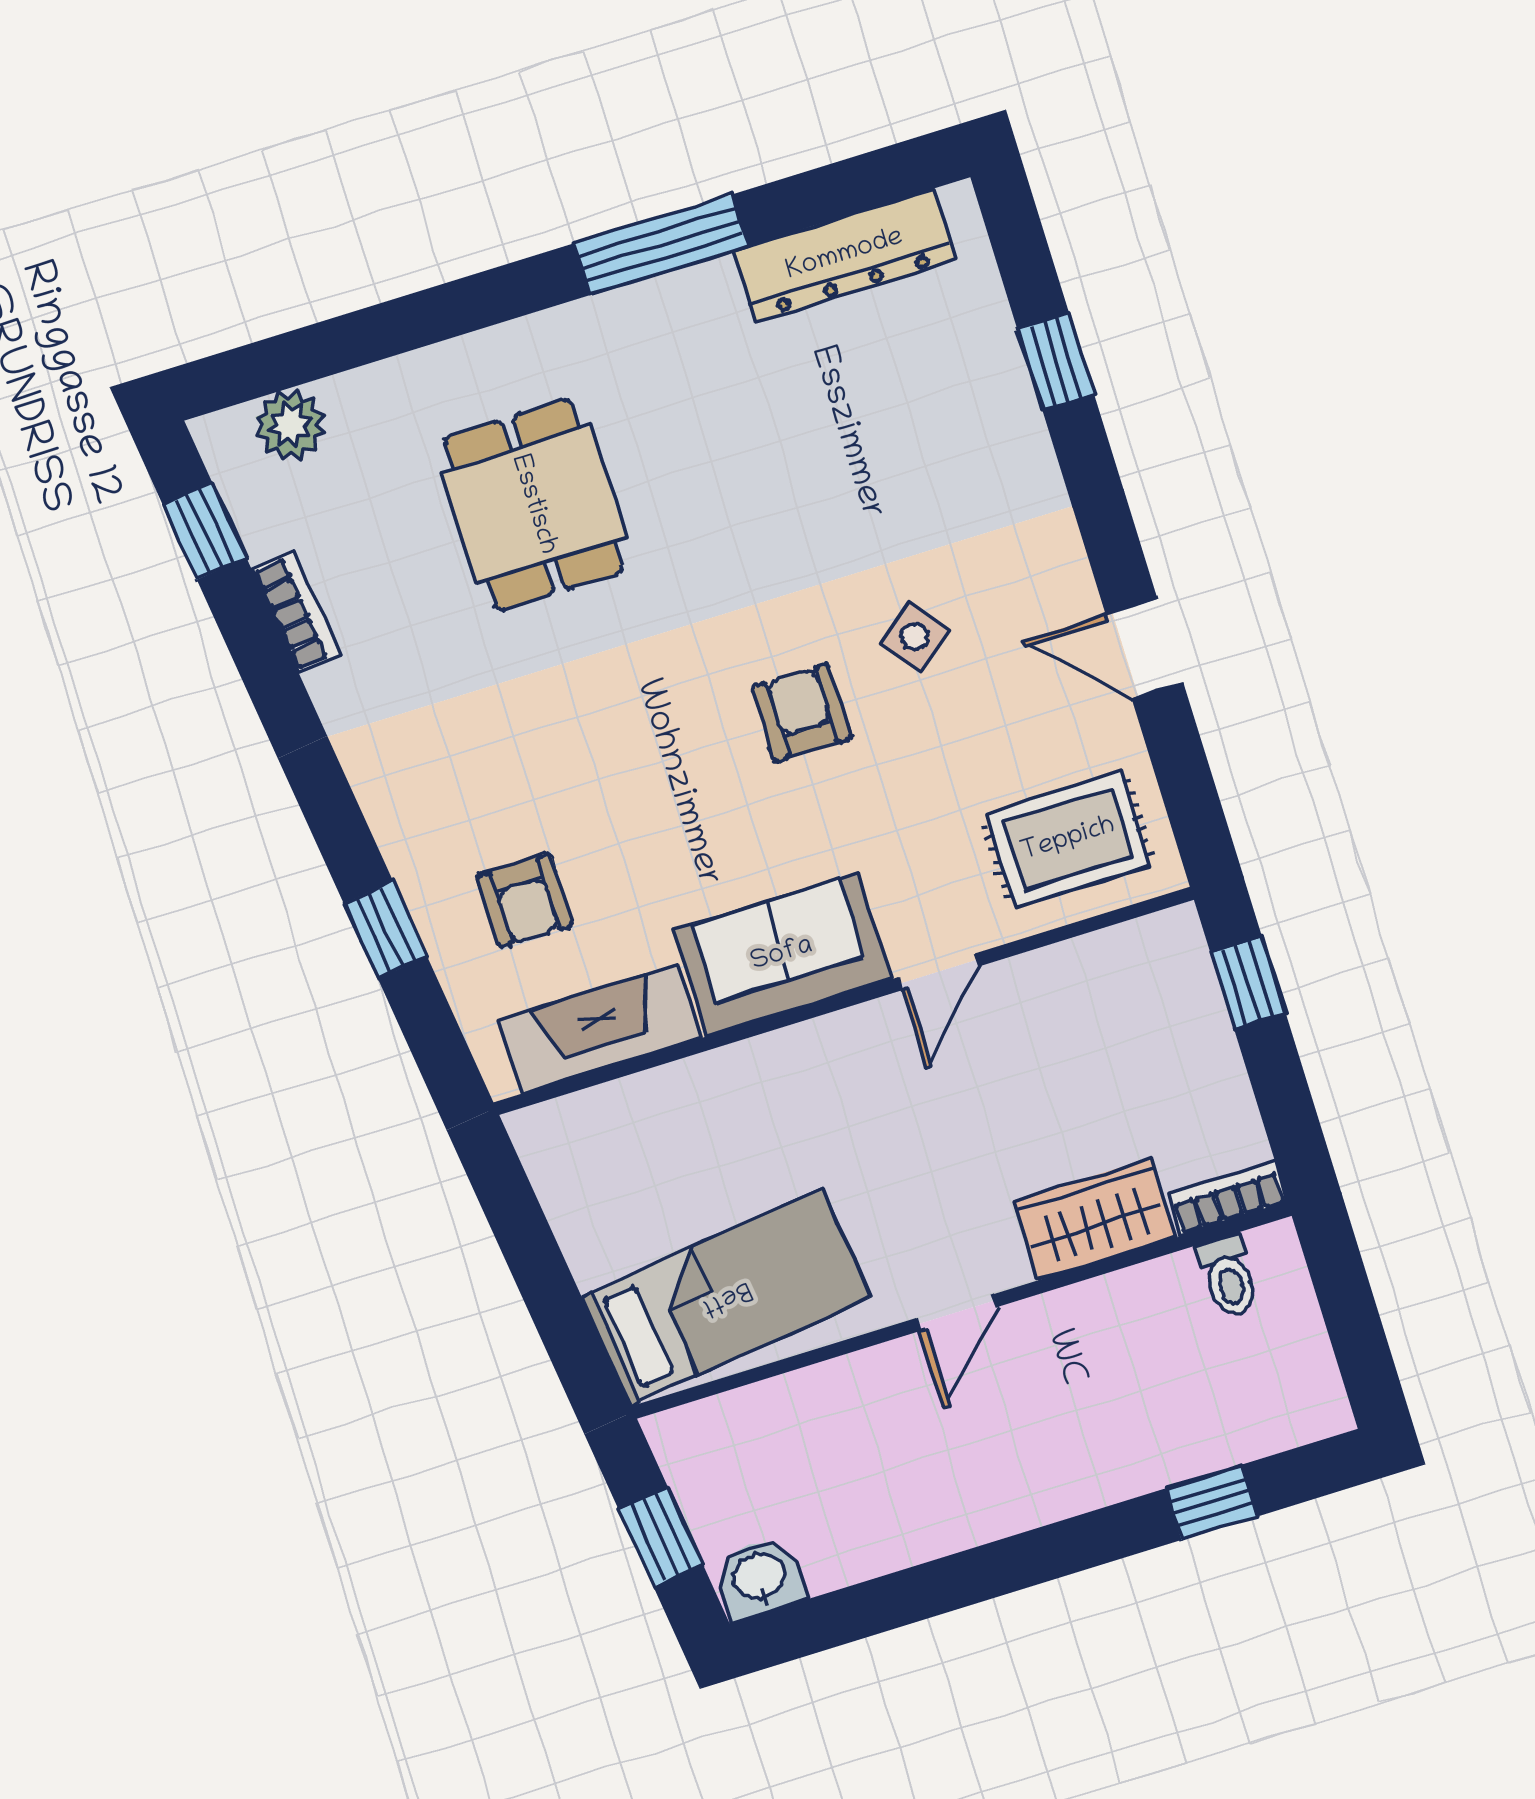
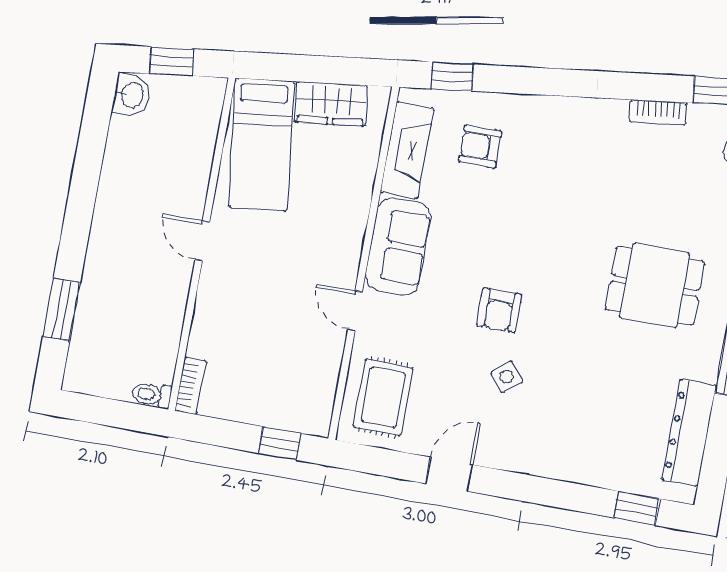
window: (1056, 361) -> (637, 508), moved
dining table: (533, 505) -> (655, 286), moved
armchair: (802, 712) -> (499, 310), turned 90
window: (385, 930) -> (452, 77), moved
wardrobe: (1094, 1219) -> (331, 104), moved, turned 83
toilet: (1228, 1276) -> (152, 395), moved
window: (1212, 1502) -> (62, 310), width x1.50

